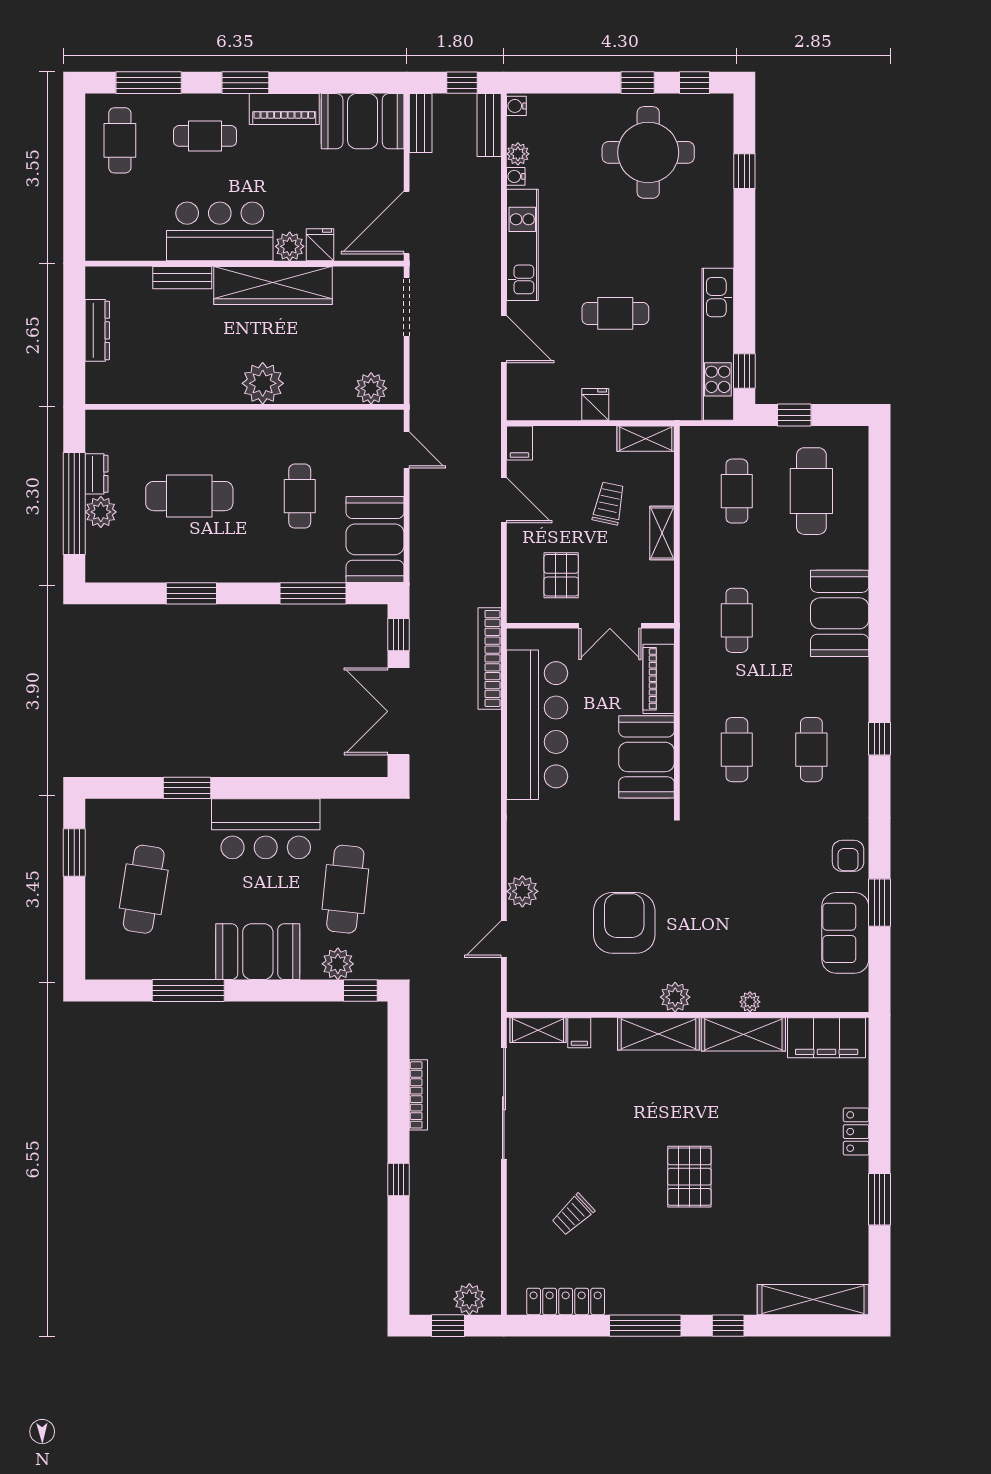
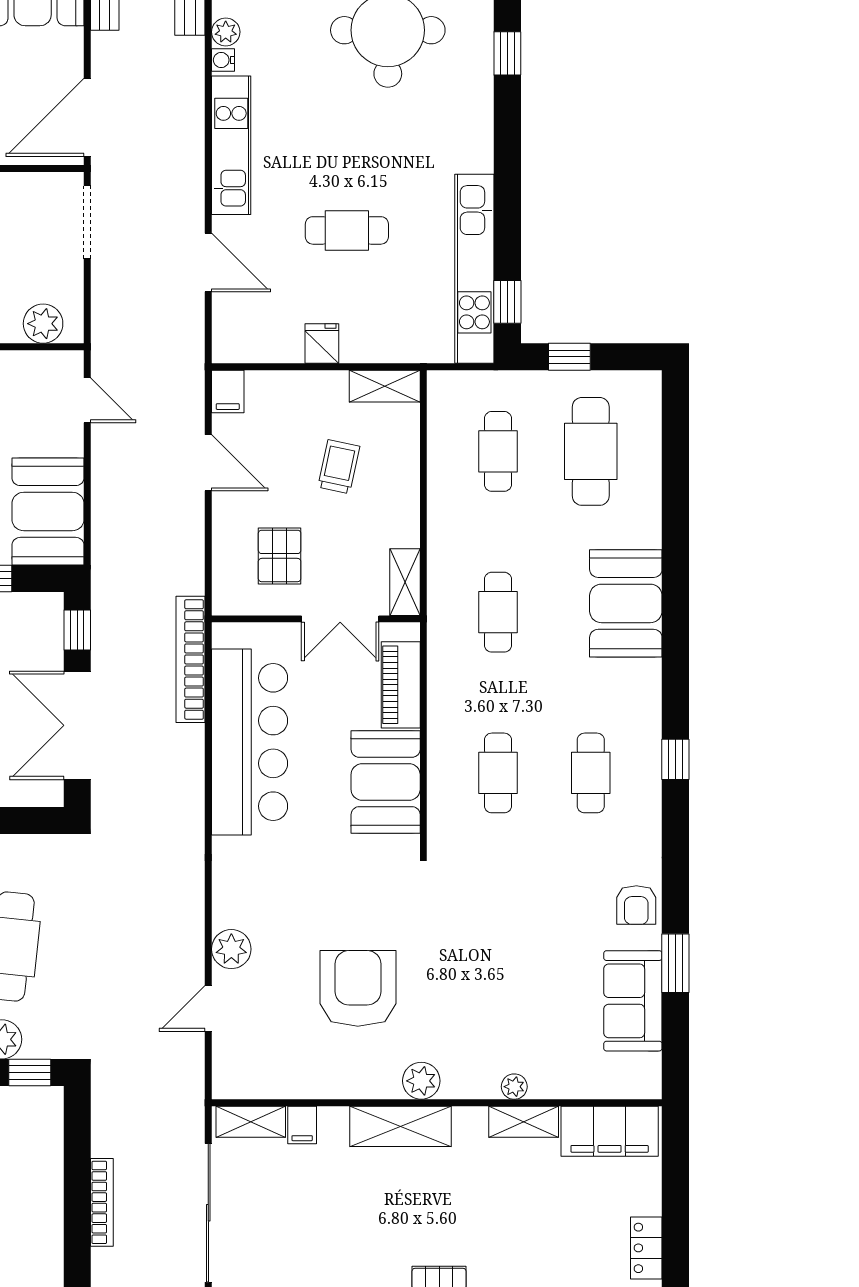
shelving: (662, 533) -> (405, 582), moved
shelving: (743, 1034) -> (524, 1122), width x0.67, depth x0.75

